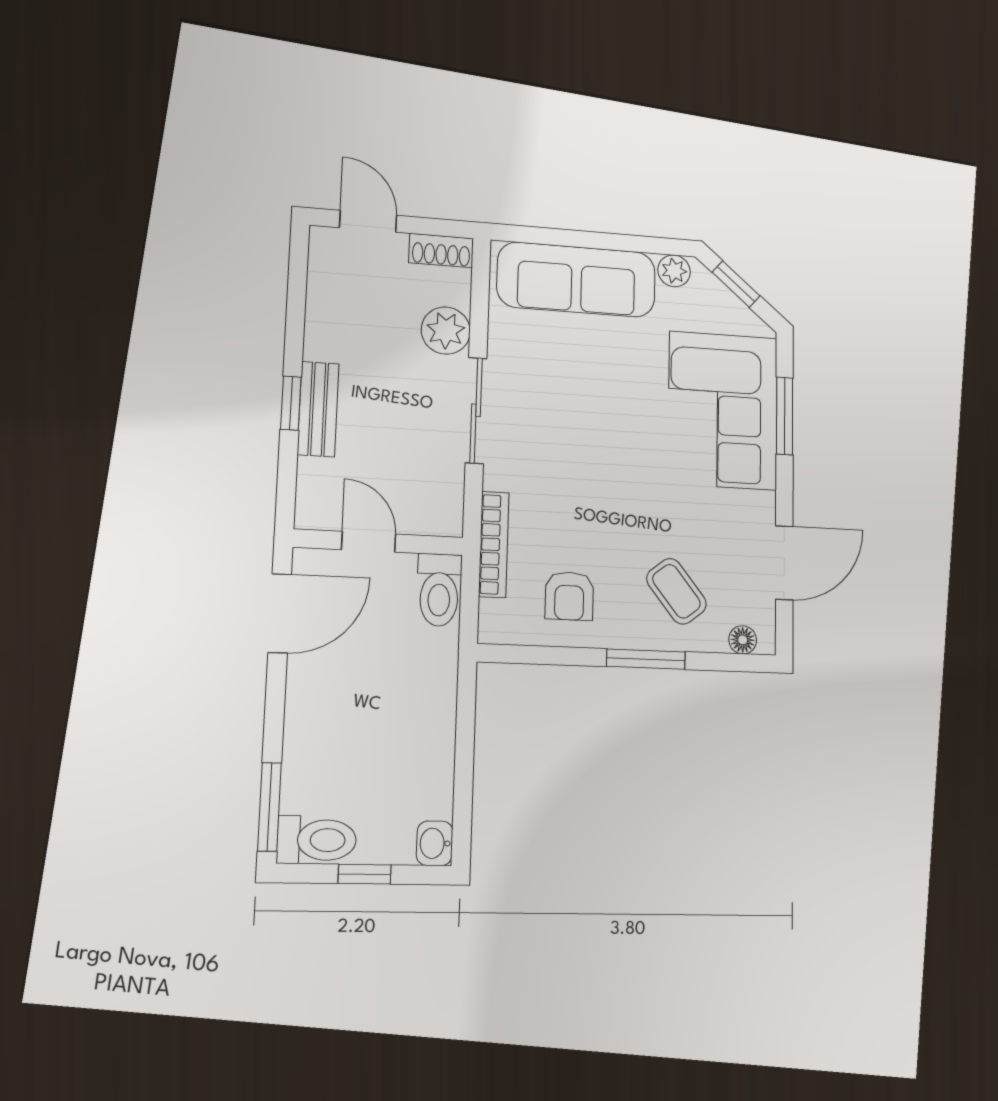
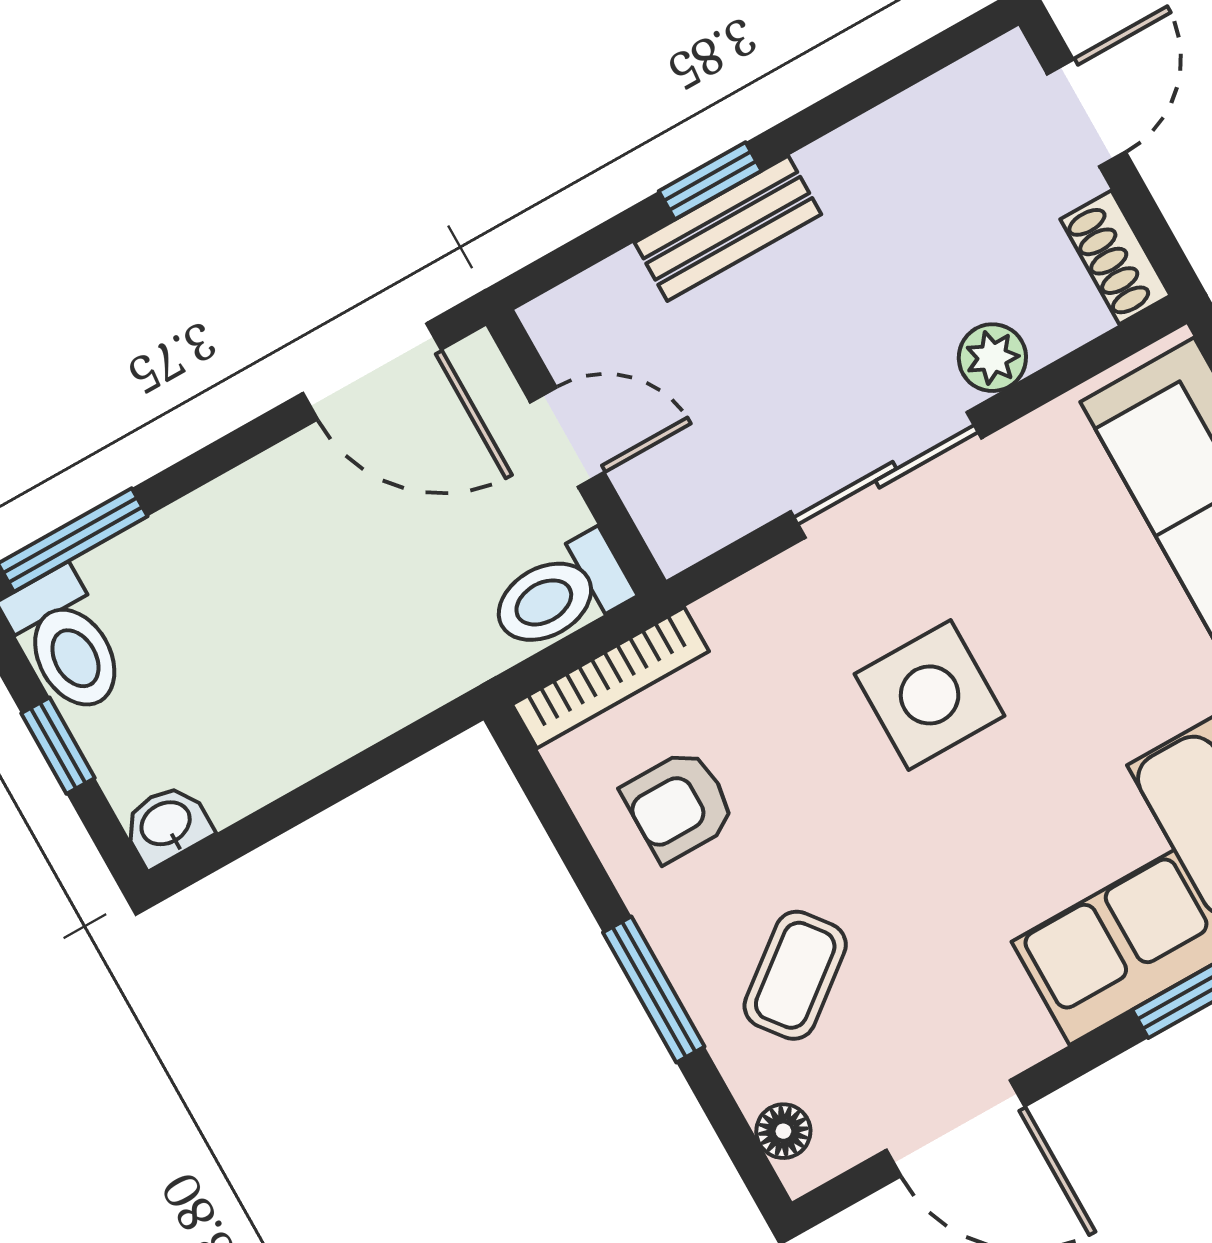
plant: (446, 331) -> (992, 358), width x0.73, depth x0.73
side table: (587, 454) -> (930, 695), added
door: (369, 542) -> (567, 437), hinge flipped
bookcase: (494, 544) -> (611, 678), moved

